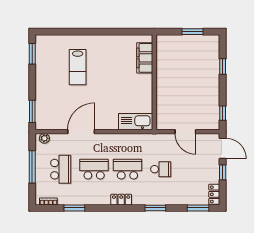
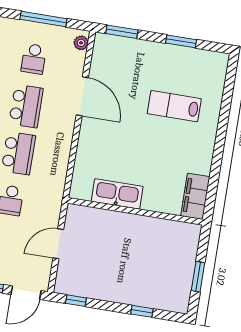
window: (32, 54) -> (181, 41), moved
filing cabinet: (145, 58) -> (195, 196), moved, turned -90
kitchen sink: (136, 122) -> (117, 194), moved, turned -90
school desk: (61, 169) -> (34, 59), width x0.54

